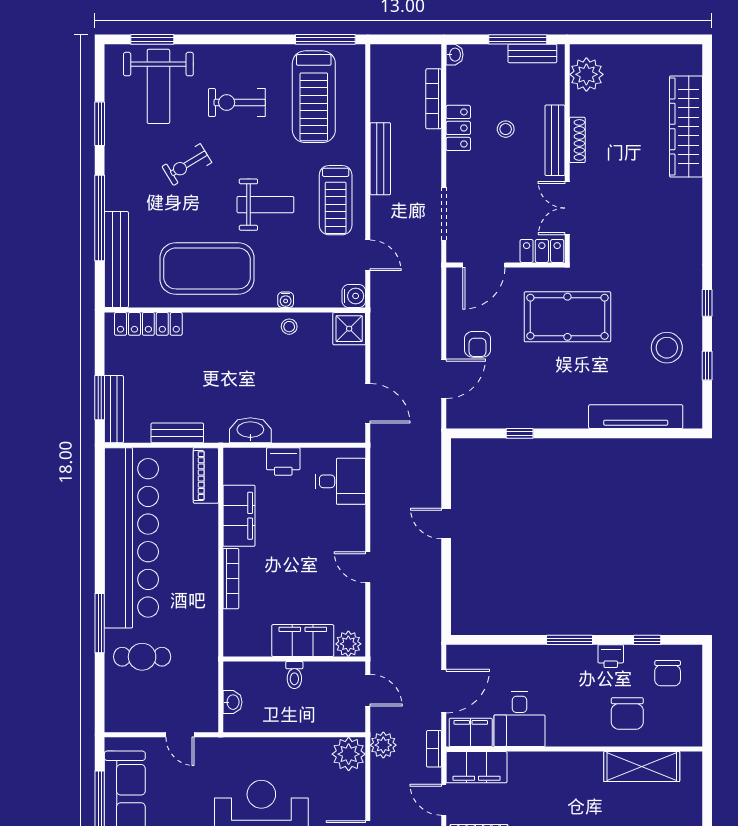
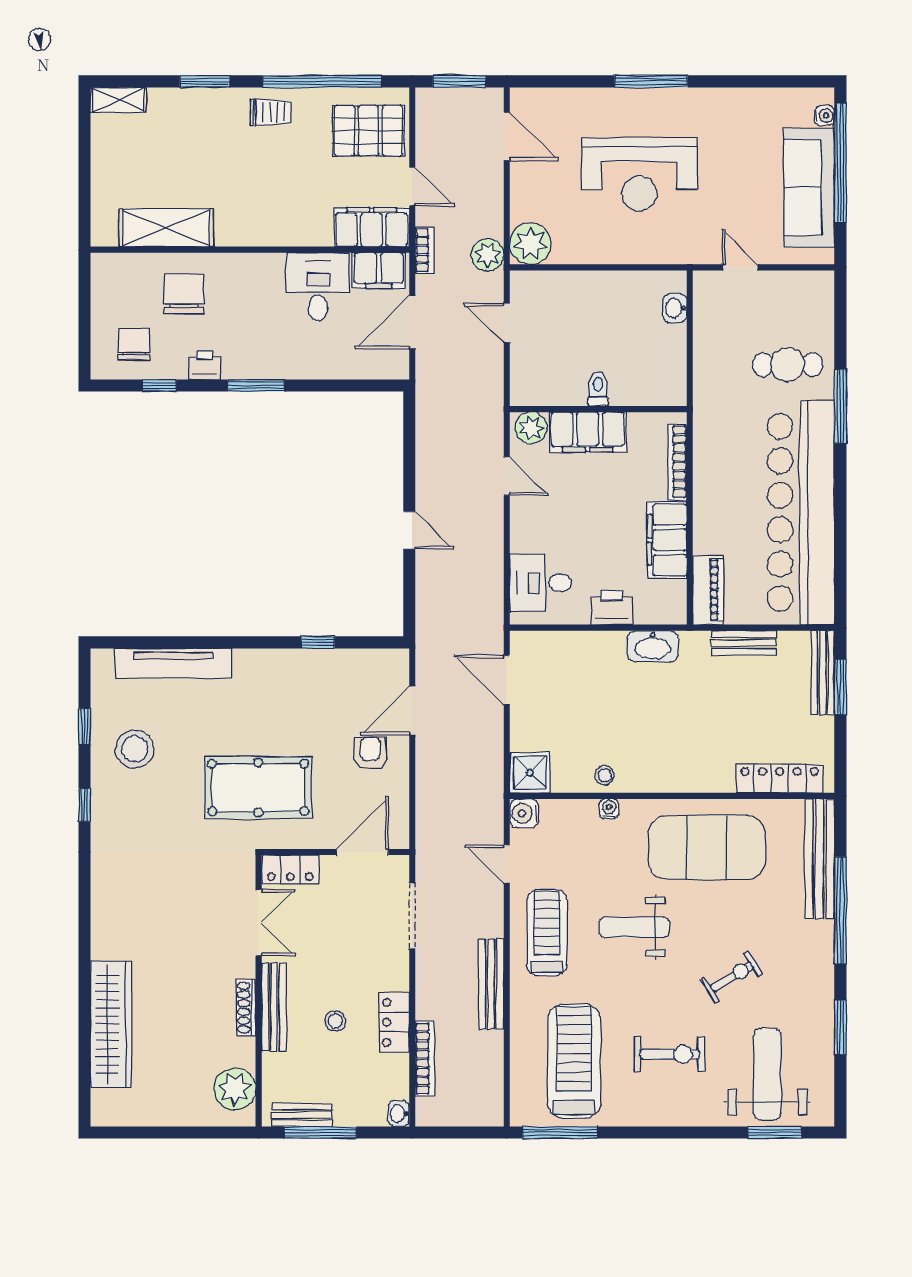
filing cabinet: (303, 641) -> (588, 432), moved
plant: (348, 644) -> (531, 428), moved
wall: (294, 659) -> (598, 409), moved
toilet: (294, 675) -> (598, 389), moved

